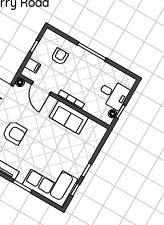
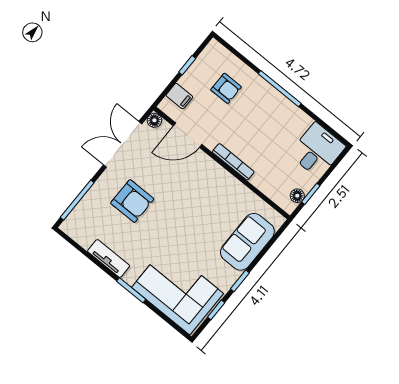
armchair: (60, 56) -> (226, 88), turned 90
door: (41, 88) -> (188, 135), hinge flipped
desk: (113, 94) -> (317, 150), moved, turned -90
sofa: (69, 117) -> (247, 242), moved, turned 90

